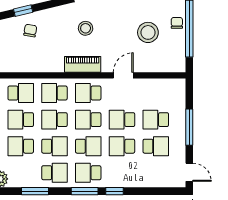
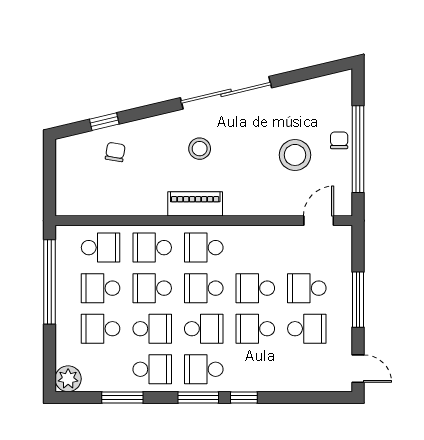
door: (123, 75) -> (319, 221), moved

